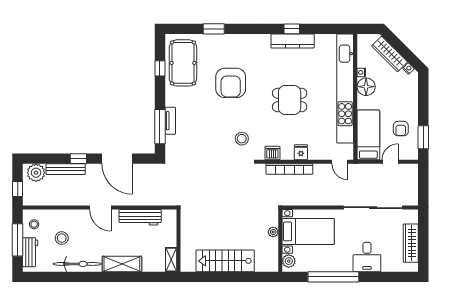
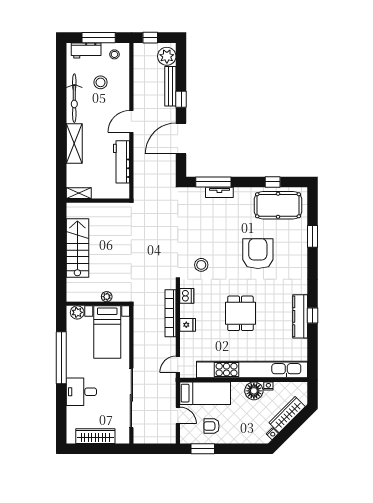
armchair: (231, 83) -> (258, 254), turned 90

